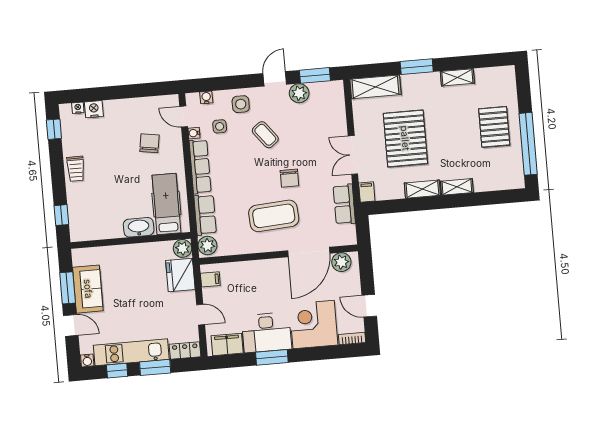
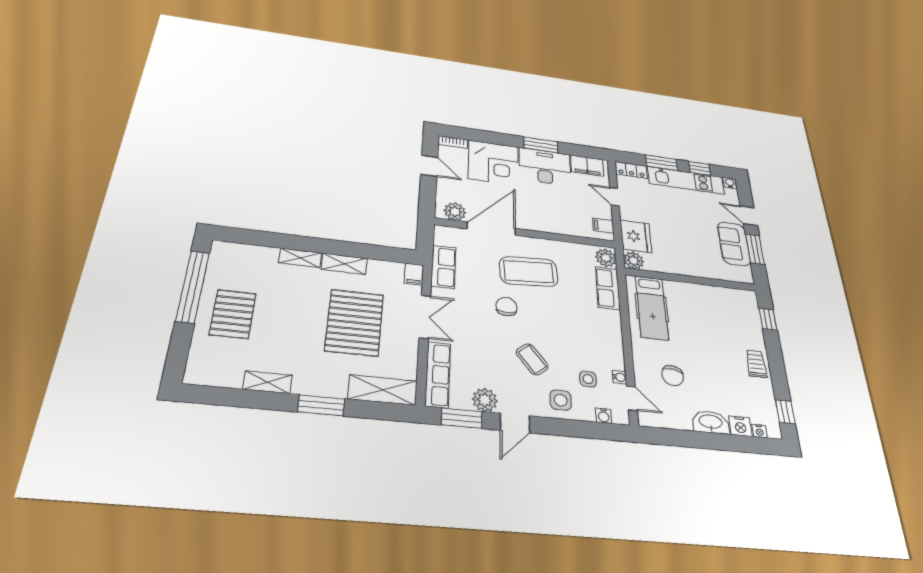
row of seats: (200, 167) -> (438, 374), moved, turned 180
washbasin: (139, 227) -> (711, 422), moved, turned 180

